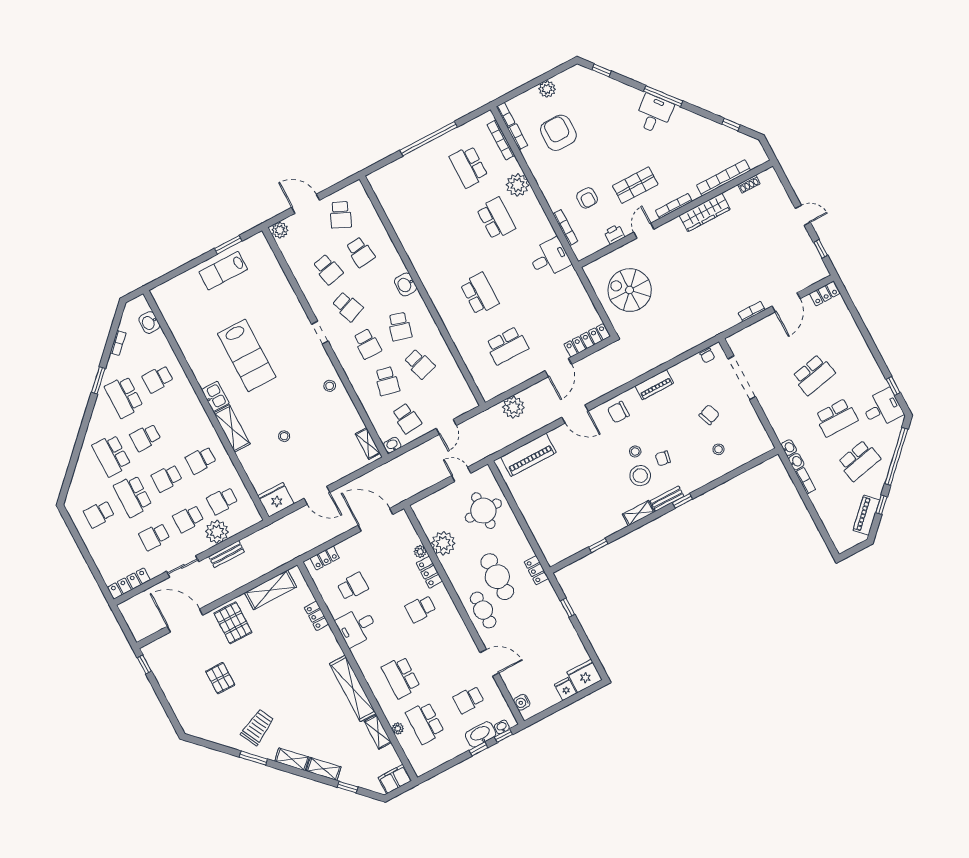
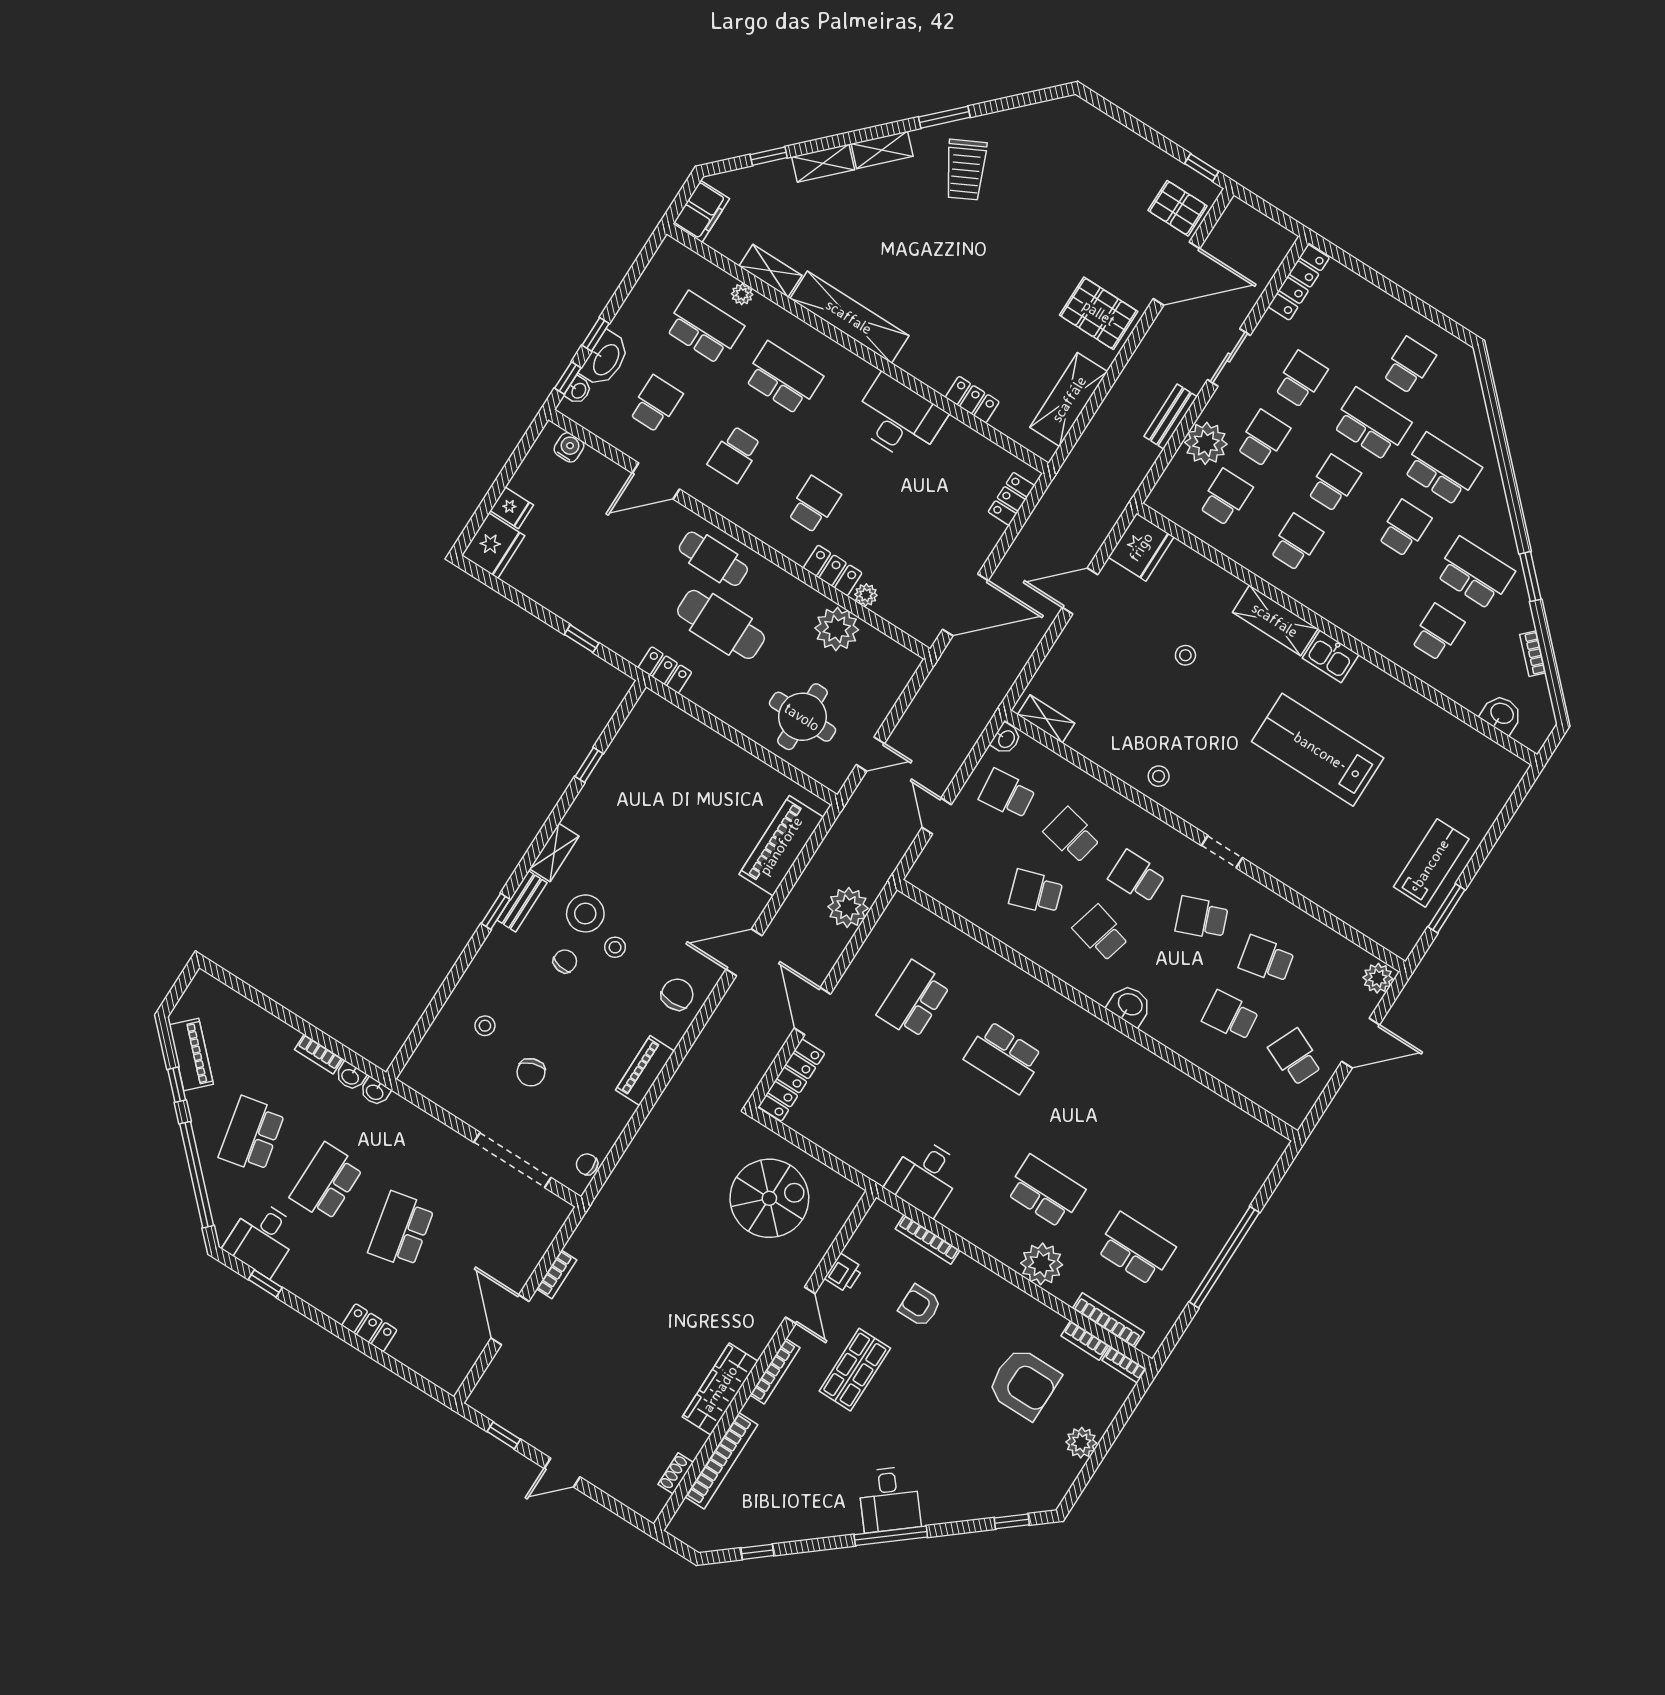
school desk: (496, 219) -> (1045, 1191), turned 180
locker: (825, 294) -> (369, 1328), moved, turned 90
school desk: (353, 586) -> (735, 454), moved
desk: (357, 627) -> (899, 419), width x1.37
pallet: (220, 678) -> (1178, 208), moved

